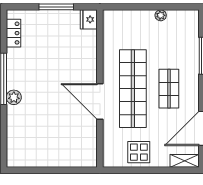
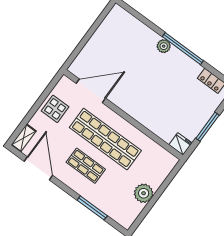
plant: (161, 15) -> (144, 193), width x1.87, depth x1.87
door: (100, 102) -> (91, 91), moved

